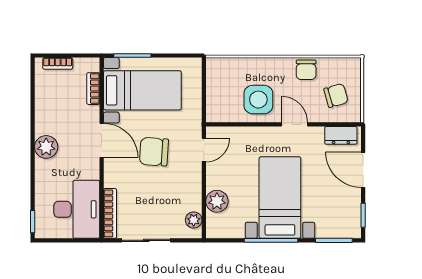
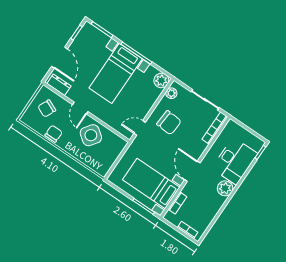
chair: (336, 95) -> (47, 108), turned -50
side table: (258, 100) -> (91, 135), turned 36
chair: (154, 152) -> (169, 123), moved
plant: (217, 201) -> (161, 80), moved
desk: (77, 209) -> (235, 161), moved, turned 180

